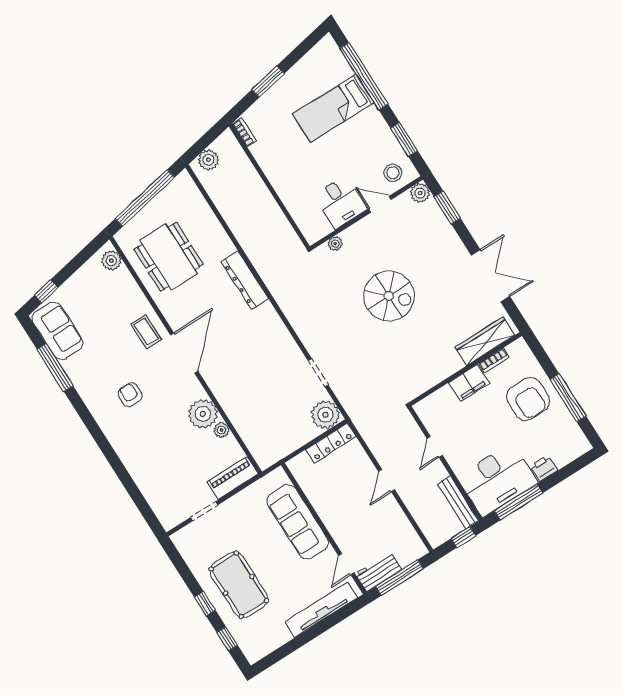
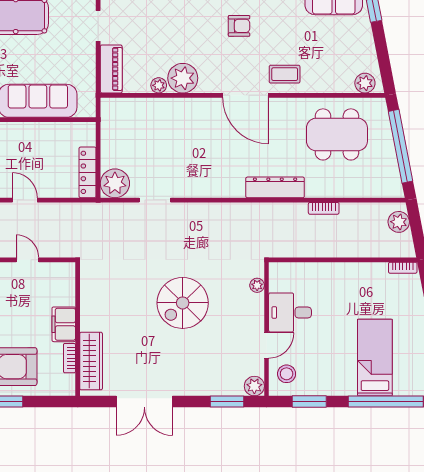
bookcase: (237, 229) -> (324, 208), added

